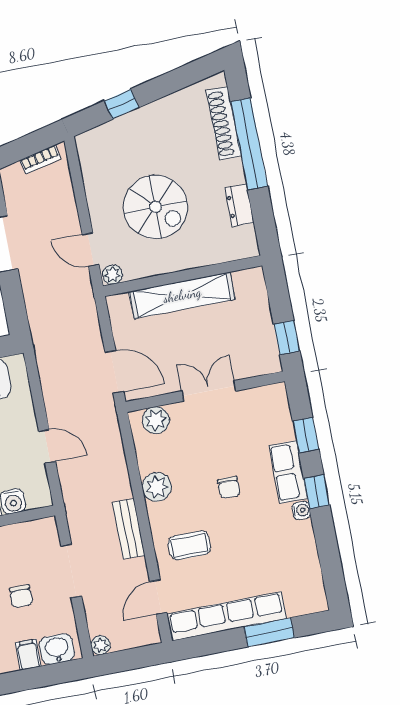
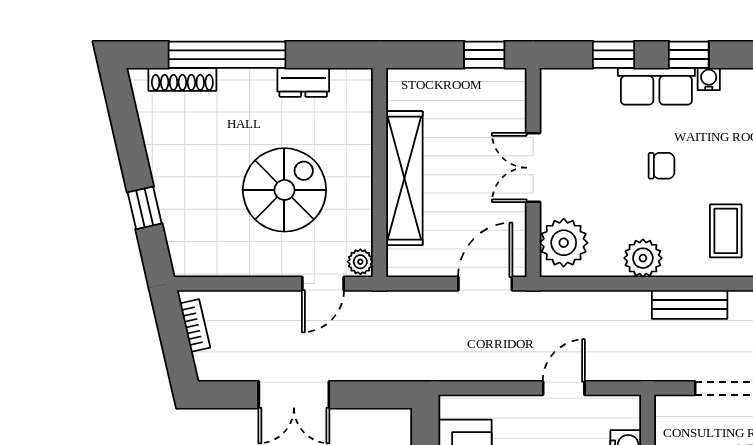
shoe rack: (224, 123) -> (182, 79), width x0.74, depth x0.81
plant: (156, 420) -> (564, 243), width x1.36, depth x1.36

